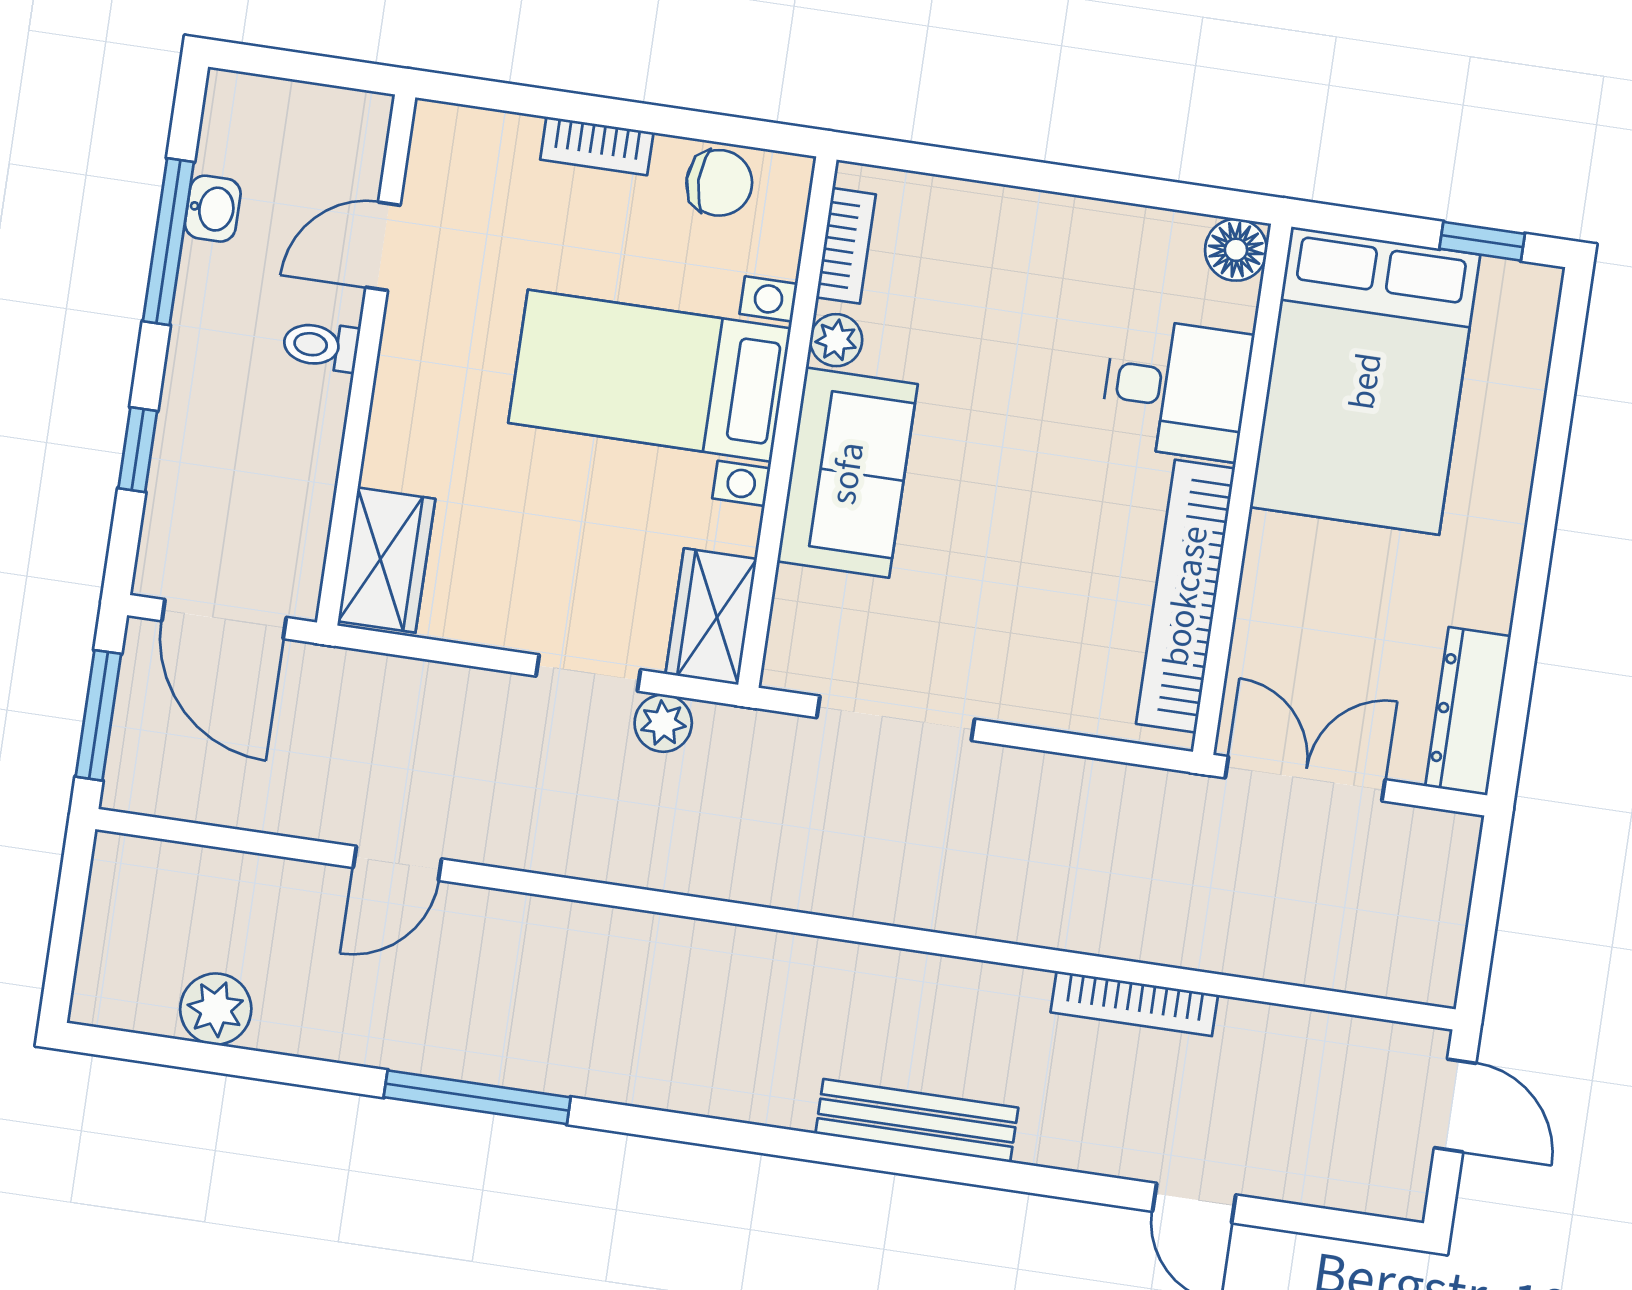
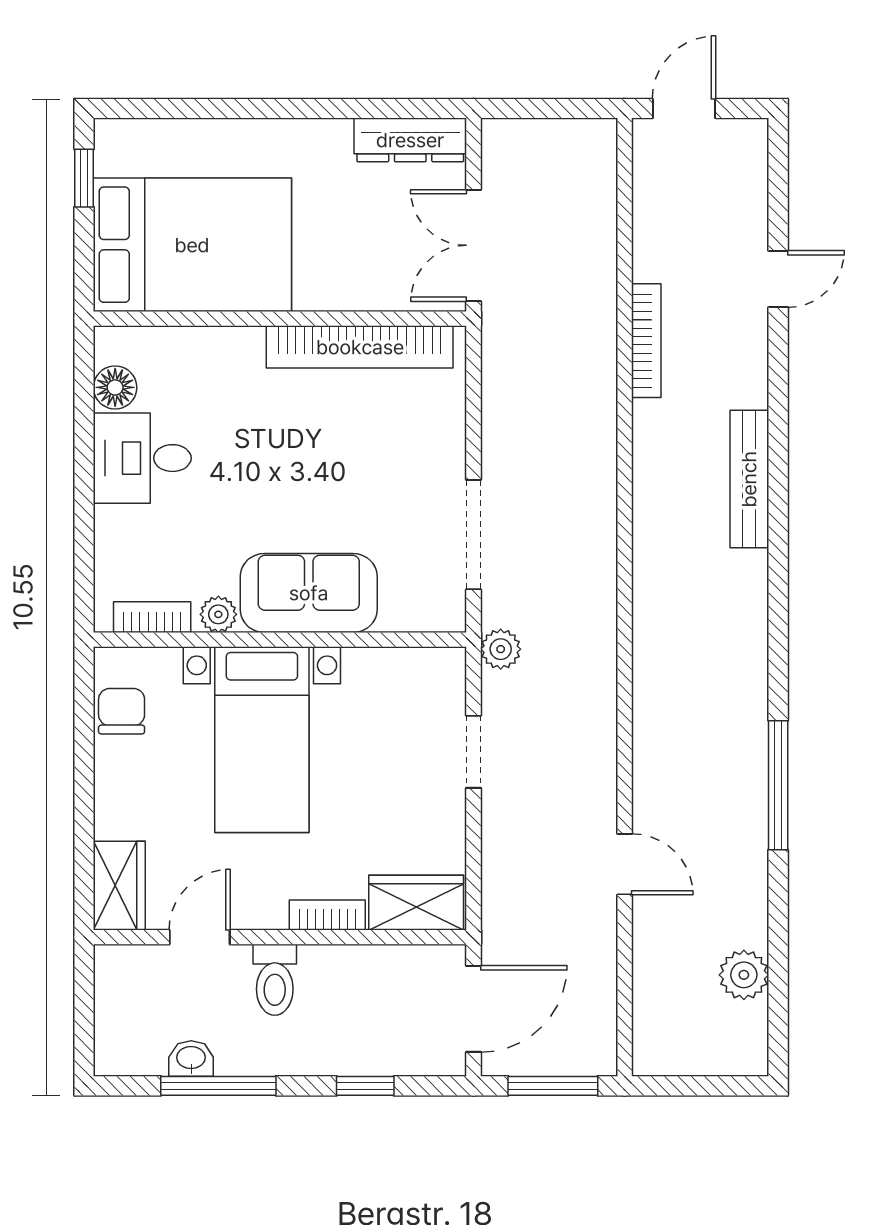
bookcase: (597, 146) -> (327, 915), moved, turned -90
door: (383, 246) -> (200, 937), swing flipped
floor lamp: (1236, 250) -> (115, 387), moved
toilet: (321, 346) -> (275, 980), width x1.37, depth x1.39
desk: (1176, 389) -> (142, 458), moved, turned -90
wardrobe: (711, 616) -> (119, 886), moved, turned -90
plant: (663, 723) -> (501, 649), moved

